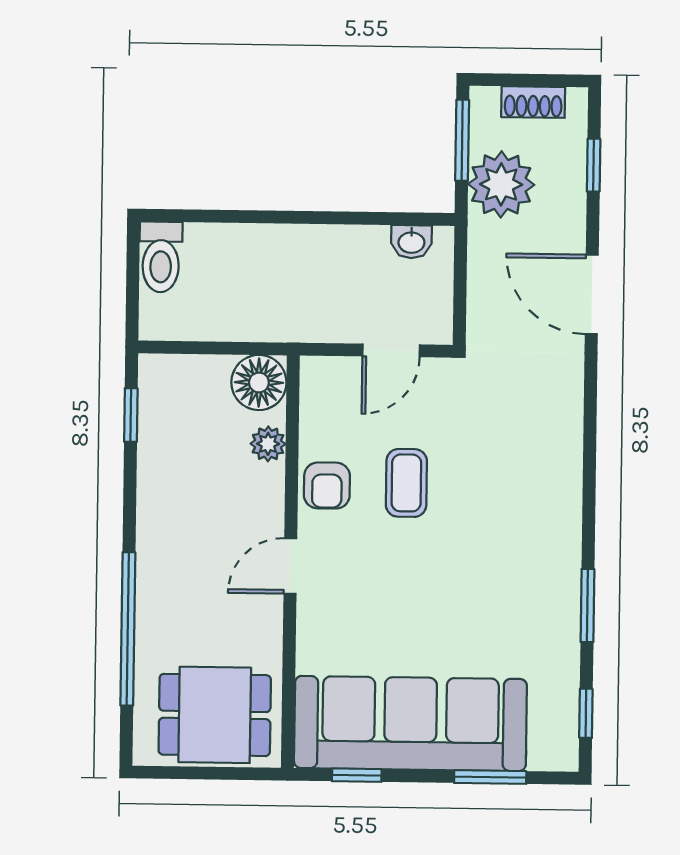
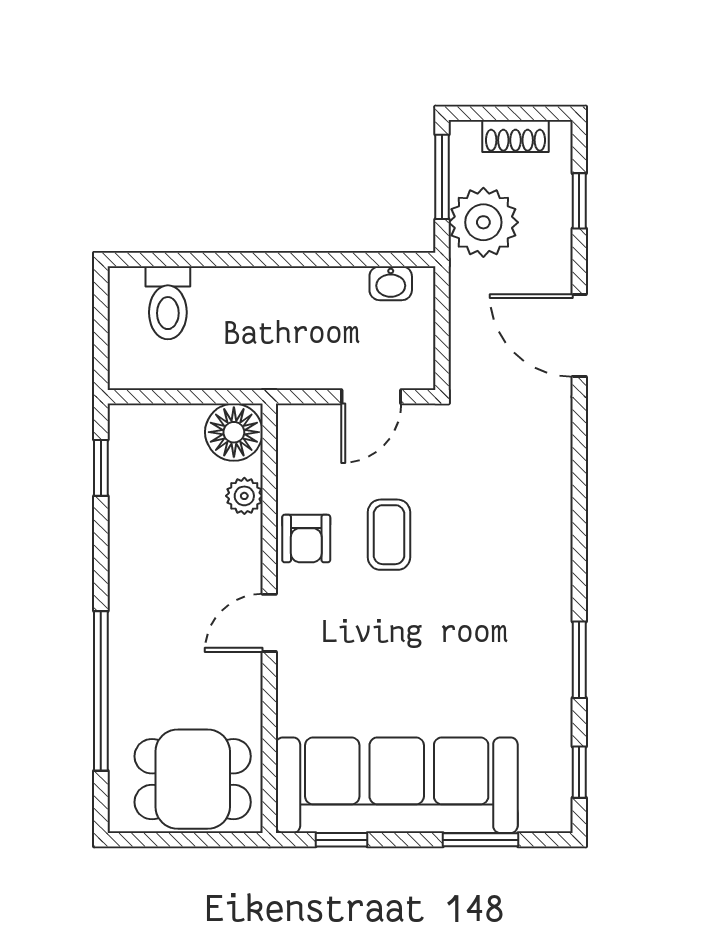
toilet: (161, 257) -> (168, 303), moved

